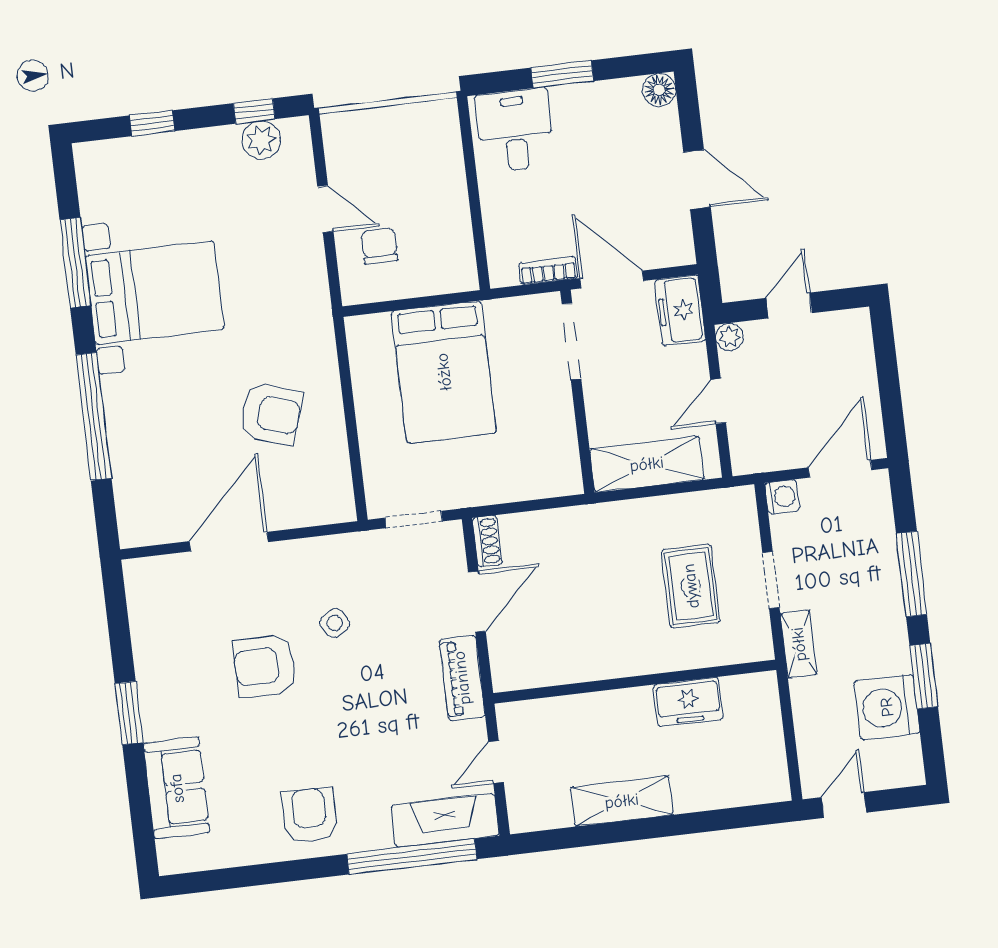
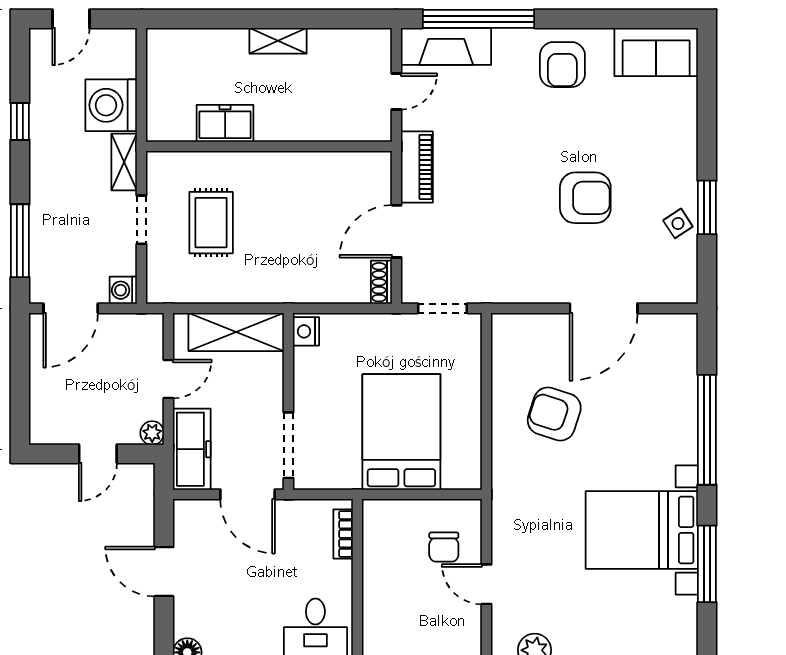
bookcase: (548, 270) -> (343, 534), moved, turned 90
freezer: (680, 310) -> (192, 449), width x1.40
nightstand: (567, 474) -> (306, 331), added
window: (912, 574) -> (20, 241), moved
side table: (335, 623) -> (678, 223), moved
window: (924, 676) -> (20, 121), width x0.67
washing machine: (887, 707) -> (111, 105), moved, turned 180
window: (129, 713) -> (707, 207), moved
sofa: (177, 788) -> (656, 52), moved, turned -90
shelving: (622, 801) -> (278, 41), width x0.67, depth x0.75
door: (844, 805) -> (71, 19), moved

